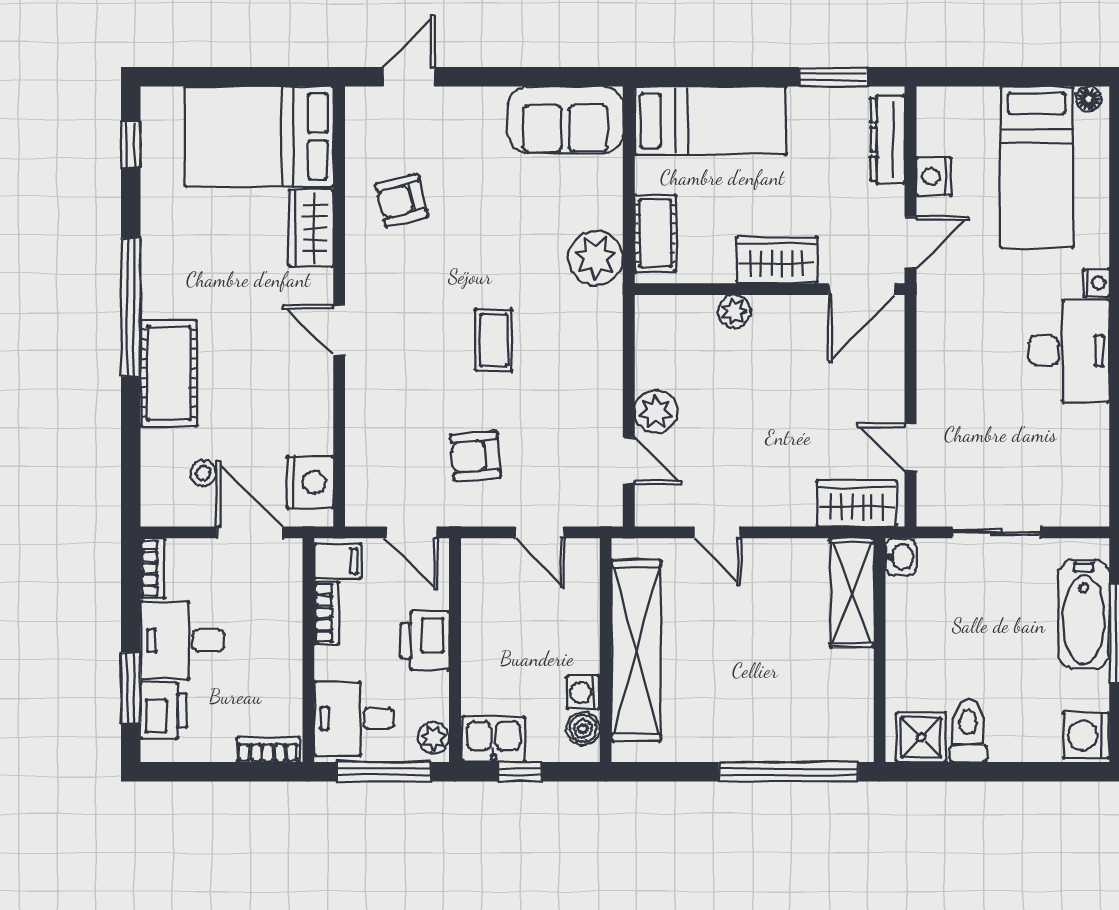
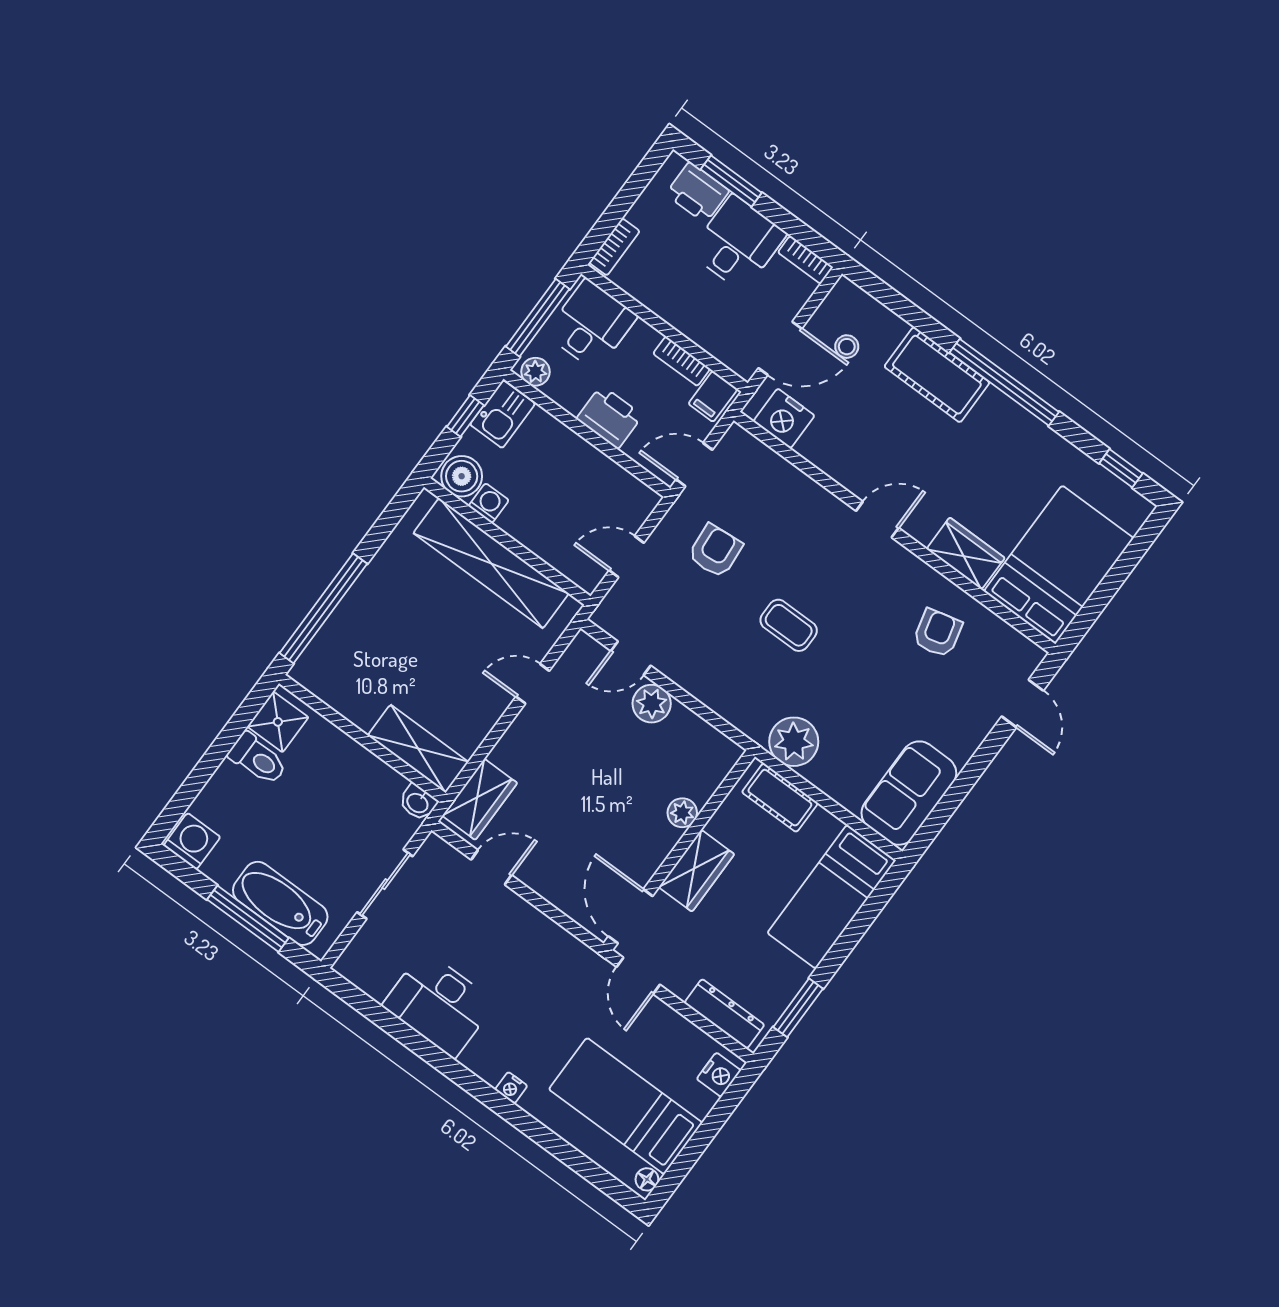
nightstand: (934, 176) -> (719, 1075), moved, turned 90
desk: (1069, 351) -> (439, 1004), moved
boiler: (583, 729) -> (462, 476), width x1.36, depth x1.36

